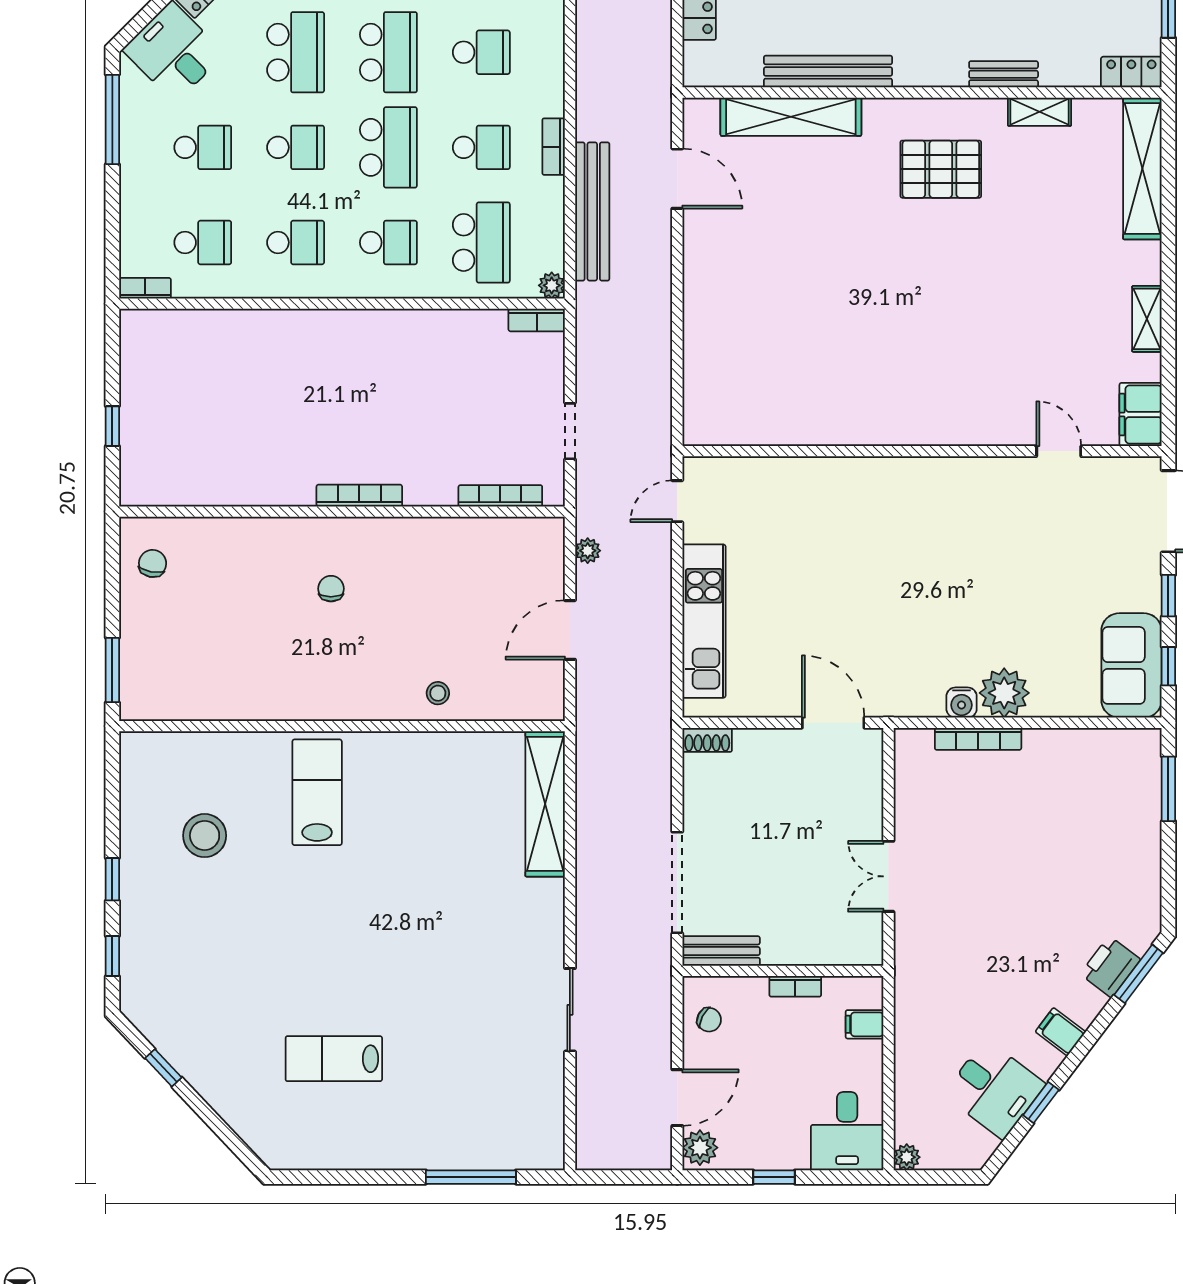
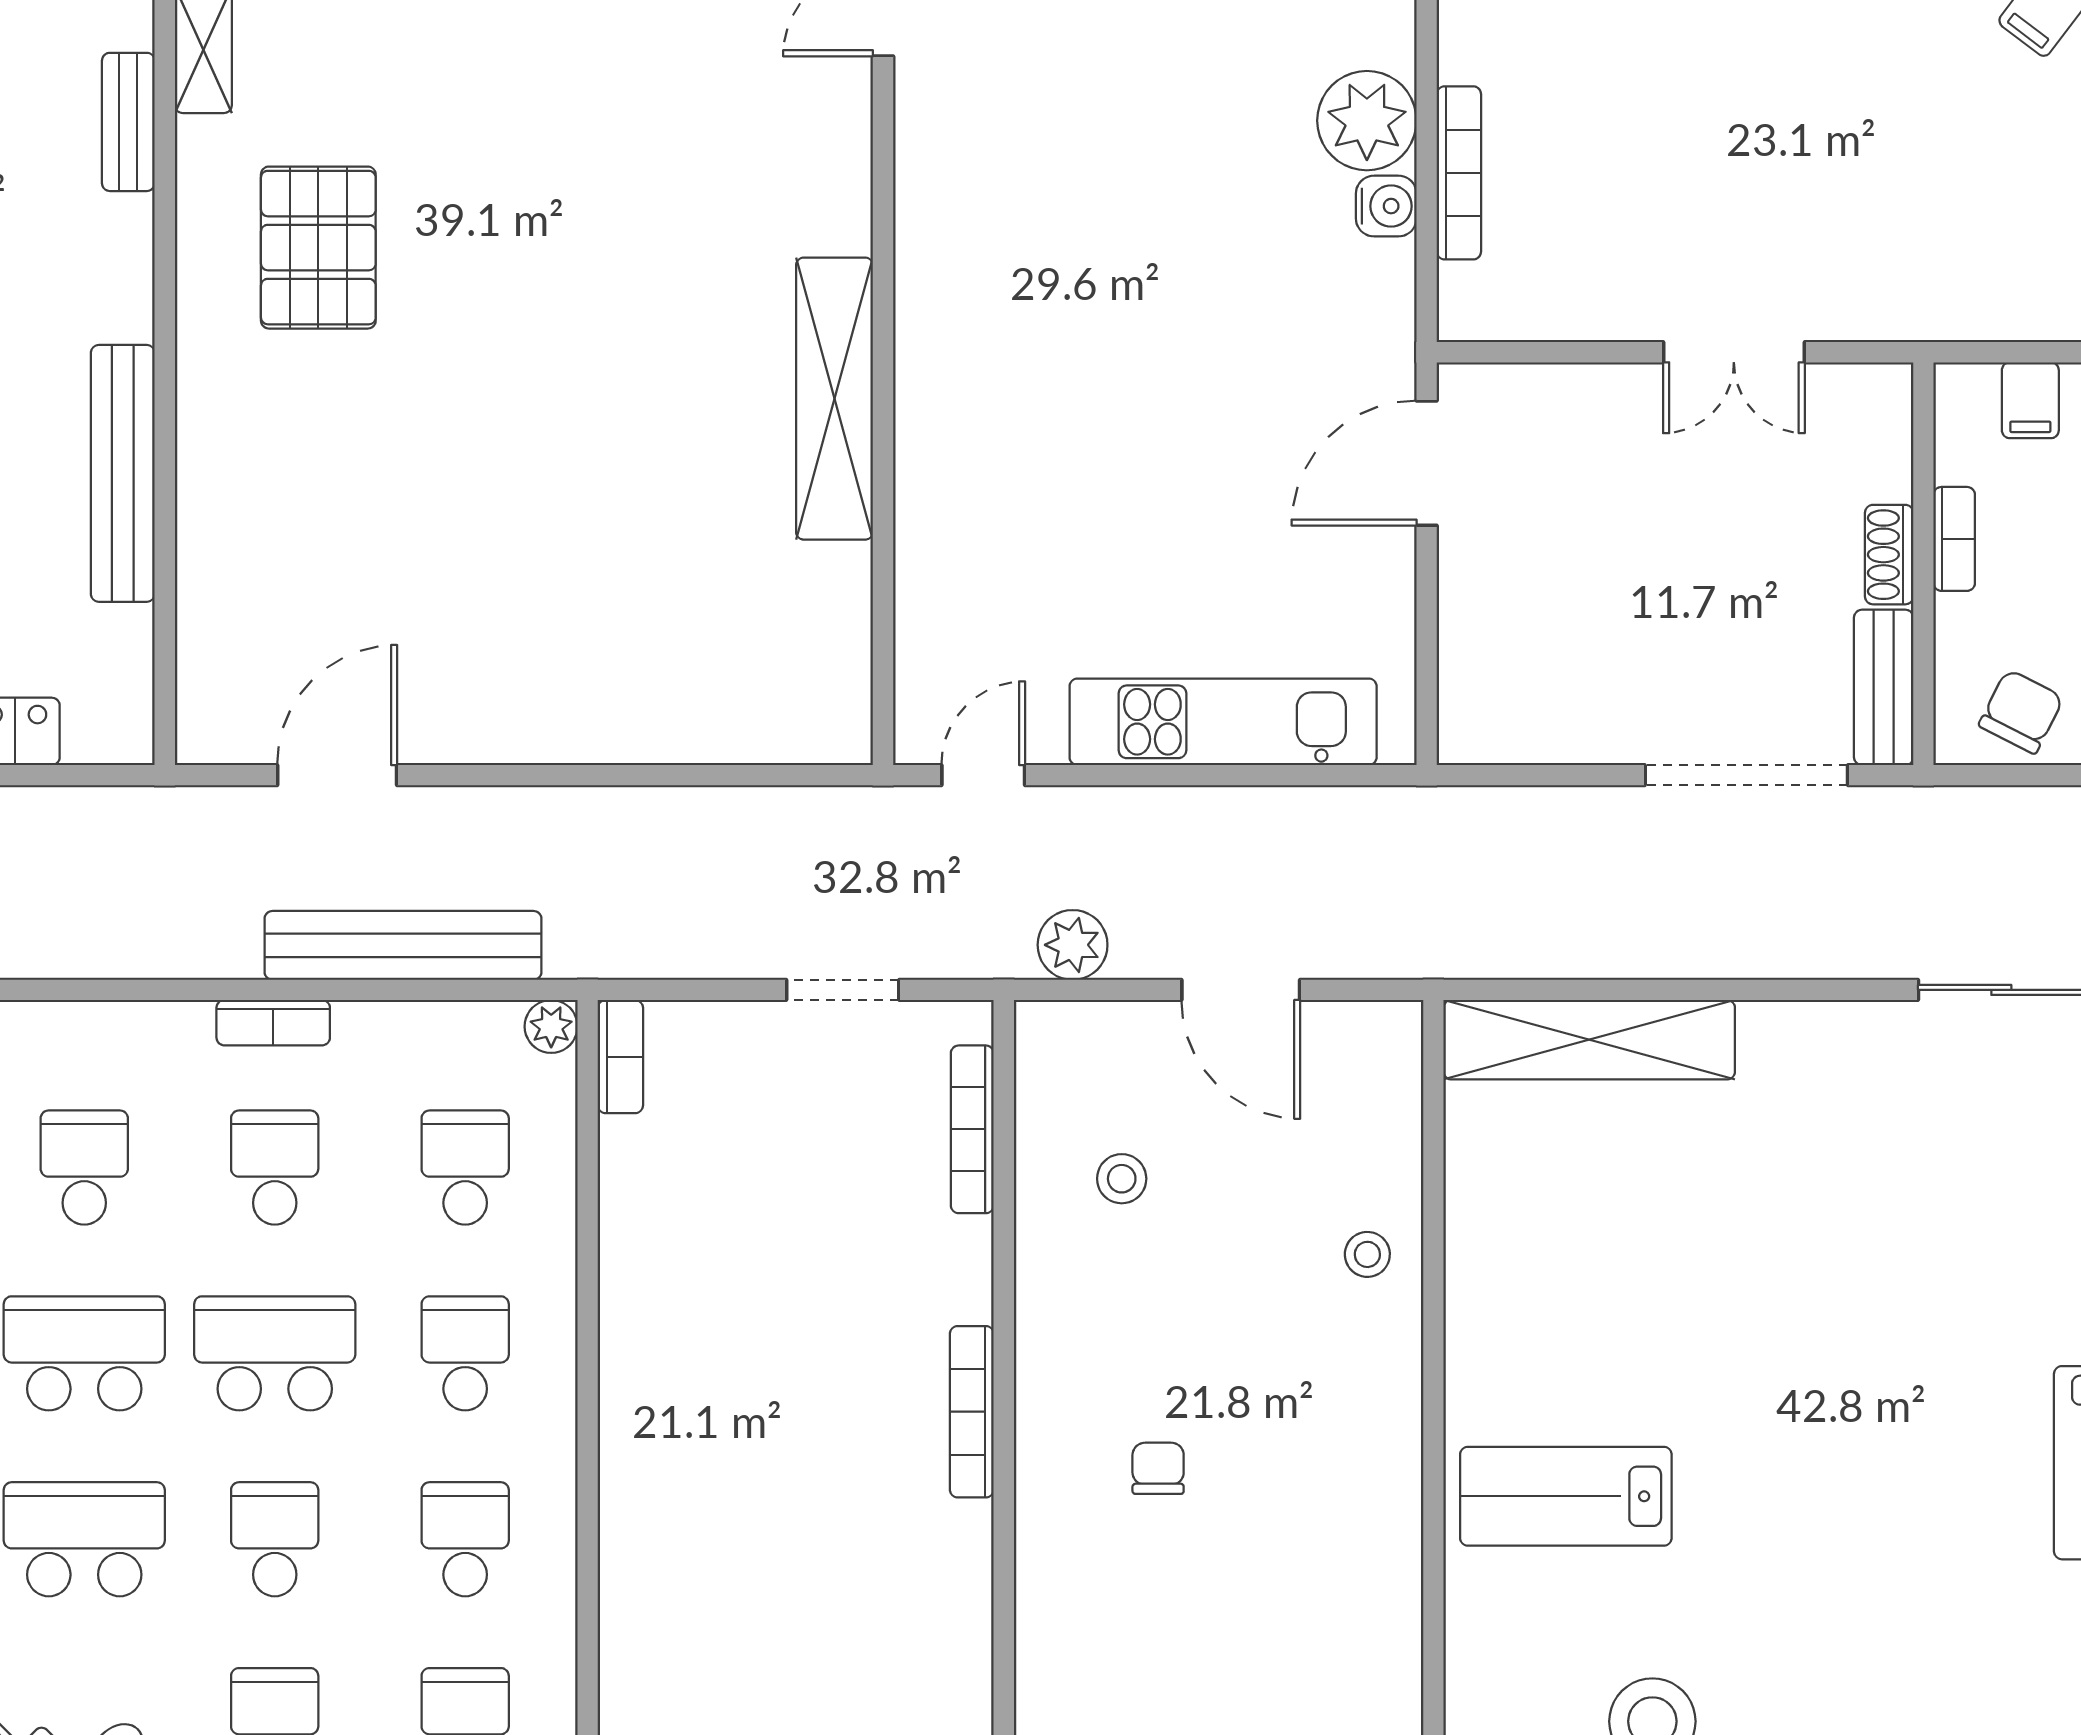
shelving: (791, 117) -> (834, 399), moved
school desk: (481, 242) -> (465, 1168), width x0.54
door: (677, 501) -> (983, 775), swing flipped
plant: (588, 551) -> (1073, 945), width x1.38, depth x1.38
stool: (476, 570) -> (1122, 1179), added
chair: (331, 589) -> (1158, 1468), turned 90
shoe rack: (707, 740) -> (1889, 555), moved, turned 180
chair: (709, 1020) -> (2021, 711), width x1.37, depth x1.37

